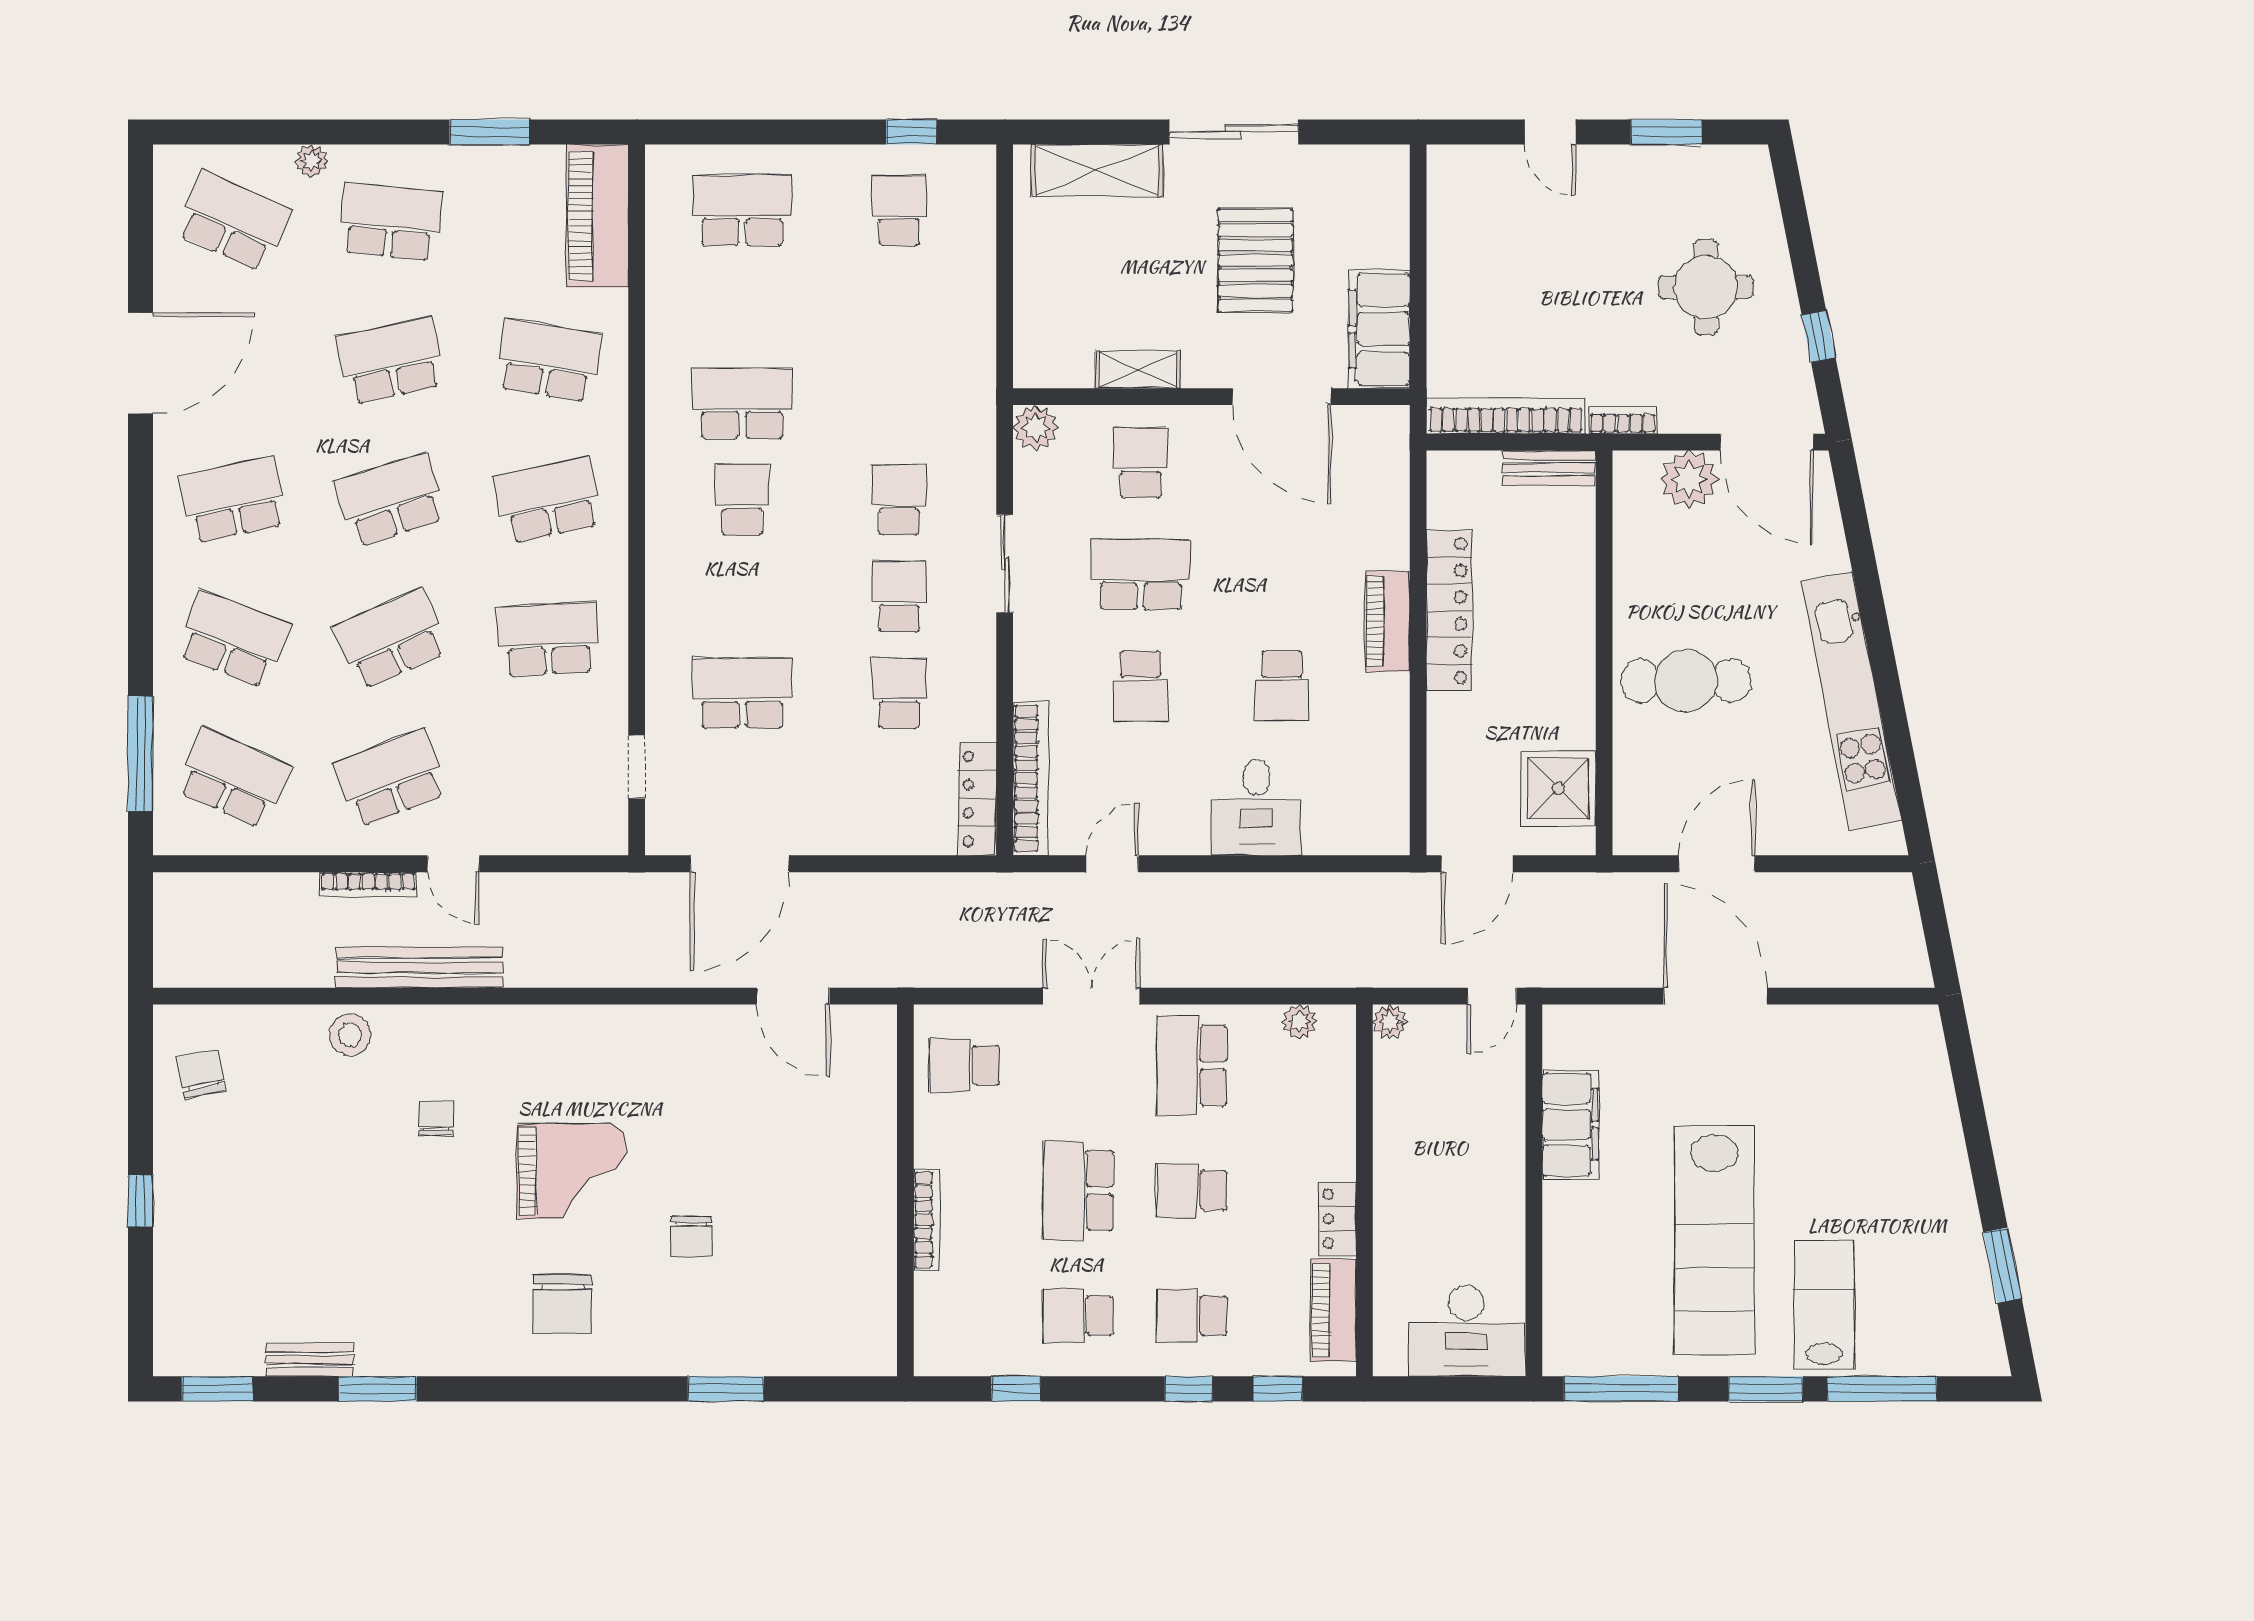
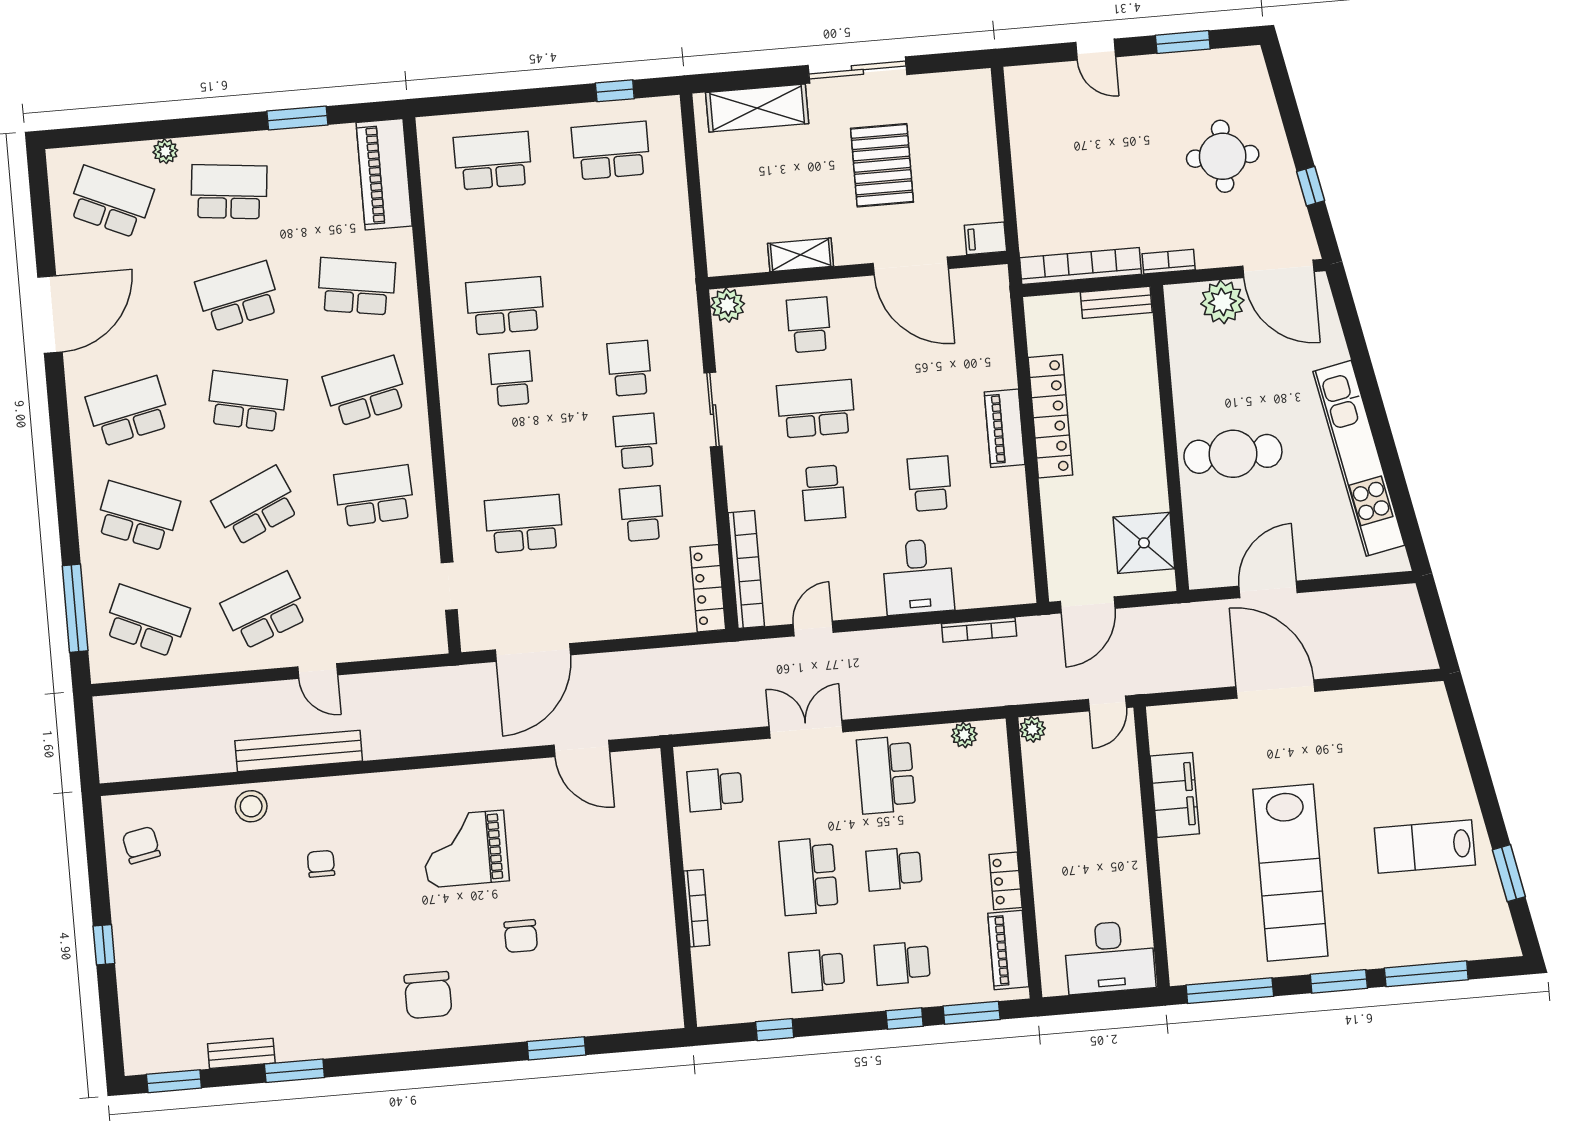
school desk: (899, 210) -> (611, 151), width x1.85
filing cabinet: (1379, 329) -> (985, 238), width x0.33, depth x0.86
school desk: (391, 500) -> (247, 401), turned 30
school desk: (1282, 686) -> (930, 484), turned 180
bookcase: (368, 885) -> (979, 630), moved
grand piano: (571, 1171) -> (465, 849), moved, turned 180
lab bench: (1824, 1305) -> (1425, 846), moved, turned -90
window: (1278, 1389) -> (972, 1013), width x1.50

